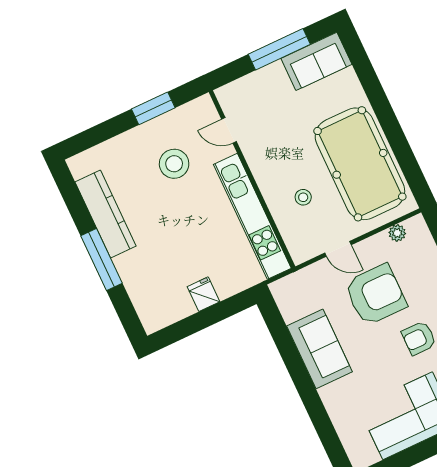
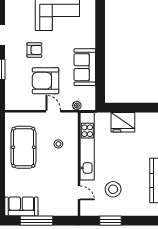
pool table: (360, 164) -> (23, 147), width x0.73, depth x0.76
plant: (397, 233) -> (77, 105), moved
fridge: (203, 294) -> (123, 122), width x1.88, depth x1.34

